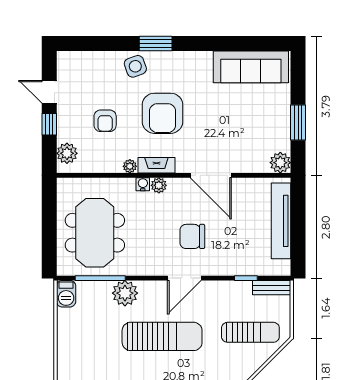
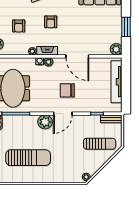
armchair: (163, 113) -> (51, 22), width x0.53, depth x0.53
plant: (125, 293) -> (45, 122), moved
sun lounger: (162, 336) -> (28, 158), moved

